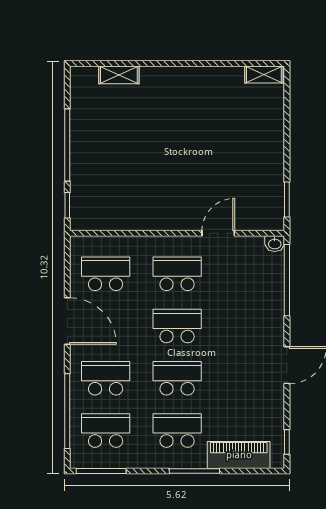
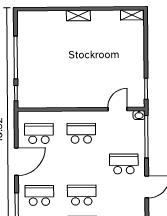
shelving: (119, 75) -> (78, 16), moved
door: (218, 233) -> (118, 109), moved
door: (67, 321) -> (16, 162), hinge flipped
school desk: (177, 326) -> (124, 164), moved

